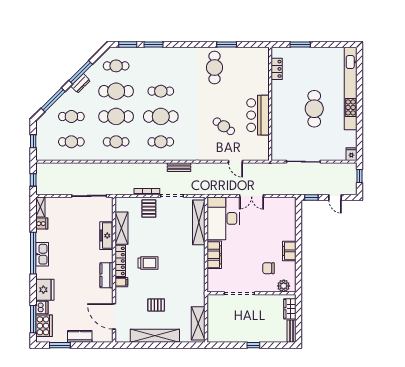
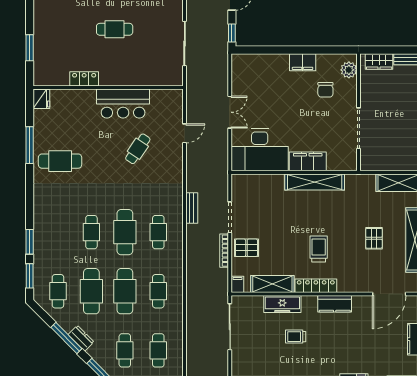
window: (227, 44) -> (30, 145), width x1.44
fridge: (261, 53) -> (41, 99), added
locker: (277, 69) -> (84, 79), moved
cafe table: (314, 109) -> (115, 29), width x0.73, depth x0.74
shelving: (199, 222) -> (315, 182), moved
trolley: (82, 246) -> (296, 337), added
filing cabinet: (121, 282) -> (237, 284), moved

